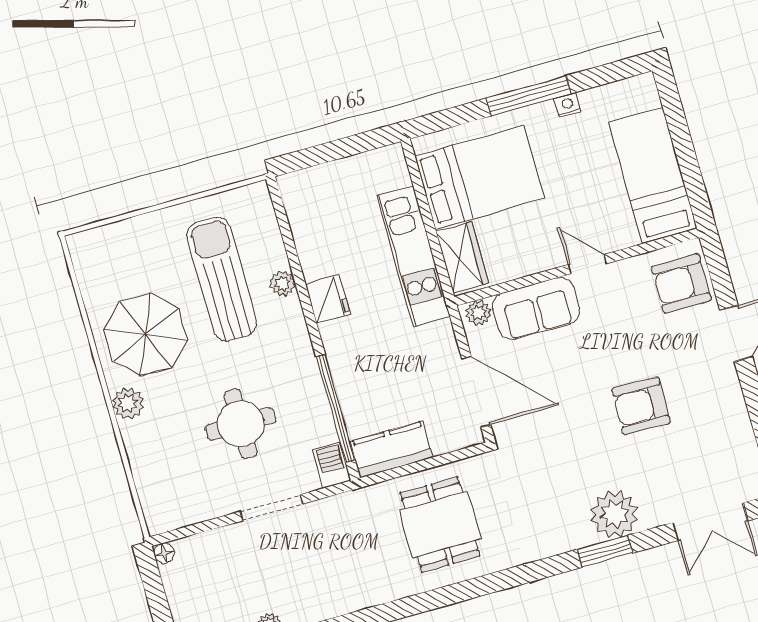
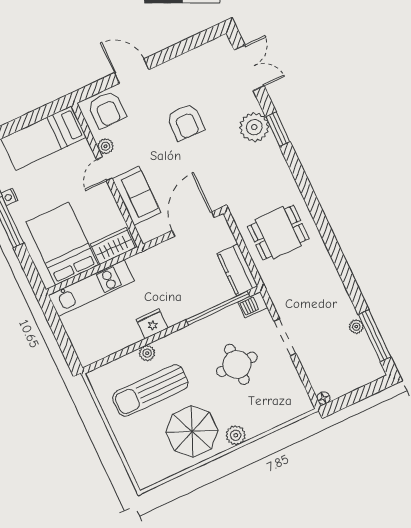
kitchen unit: (413, 256) -> (91, 288), moved
plant: (478, 313) -> (106, 146), moved

